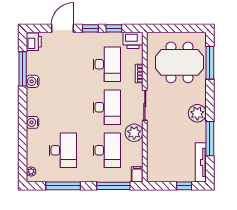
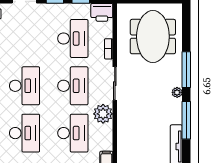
meeting table: (180, 62) -> (153, 37), turned 90
window: (210, 63) -> (186, 70), moved
desk: (63, 107) -> (24, 86), added
plant: (197, 113) -> (177, 92), width x0.53, depth x0.53

